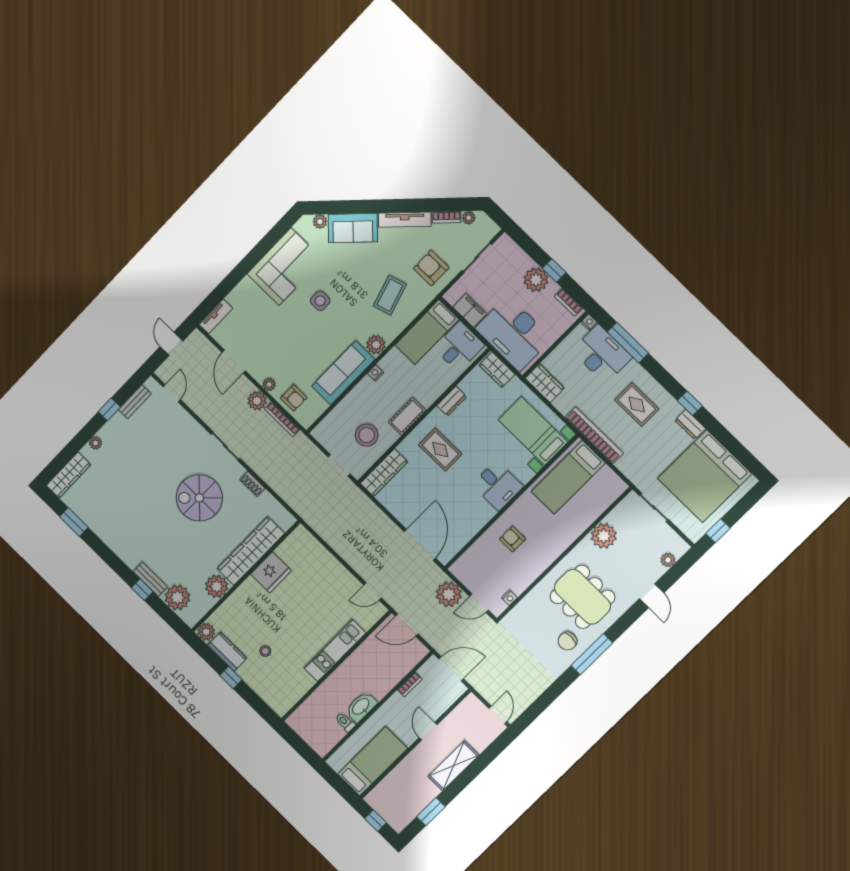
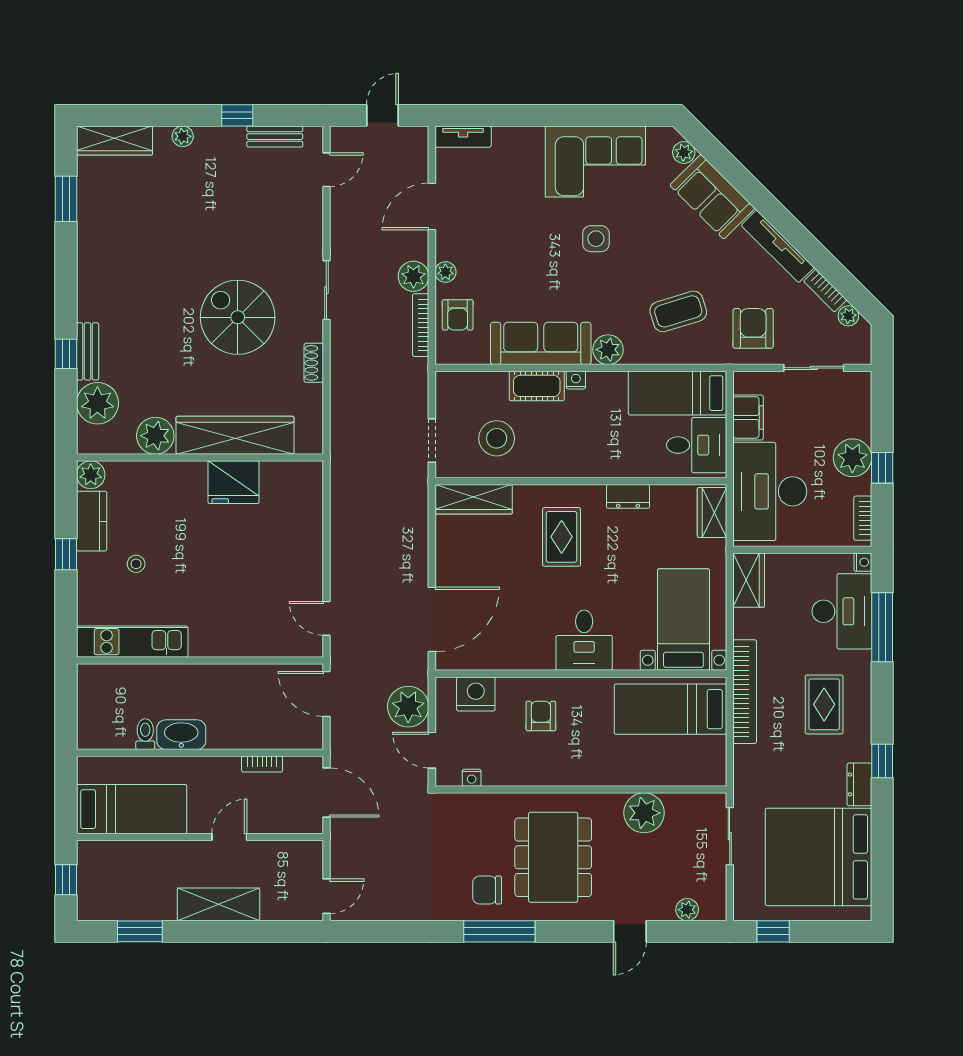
cot: (407, 416) -> (537, 386), moved
nightstand: (473, 558) -> (476, 694), added
kitchen unit: (335, 650) -> (132, 642), moved

